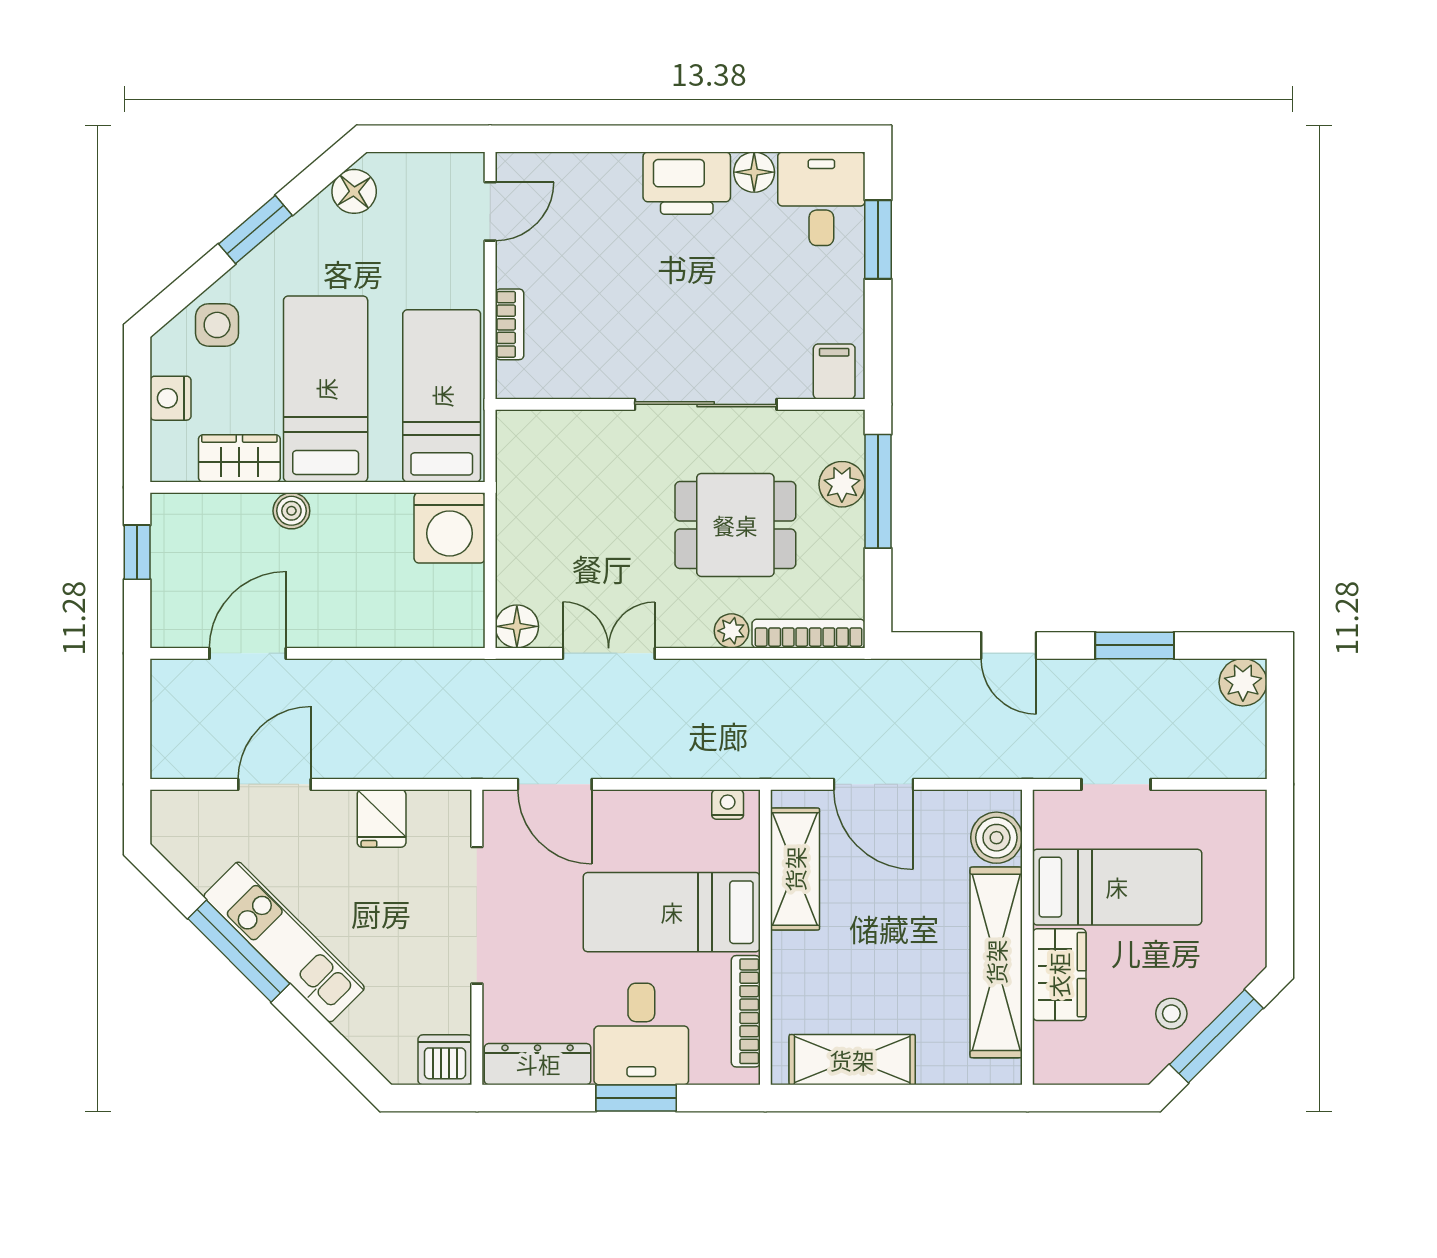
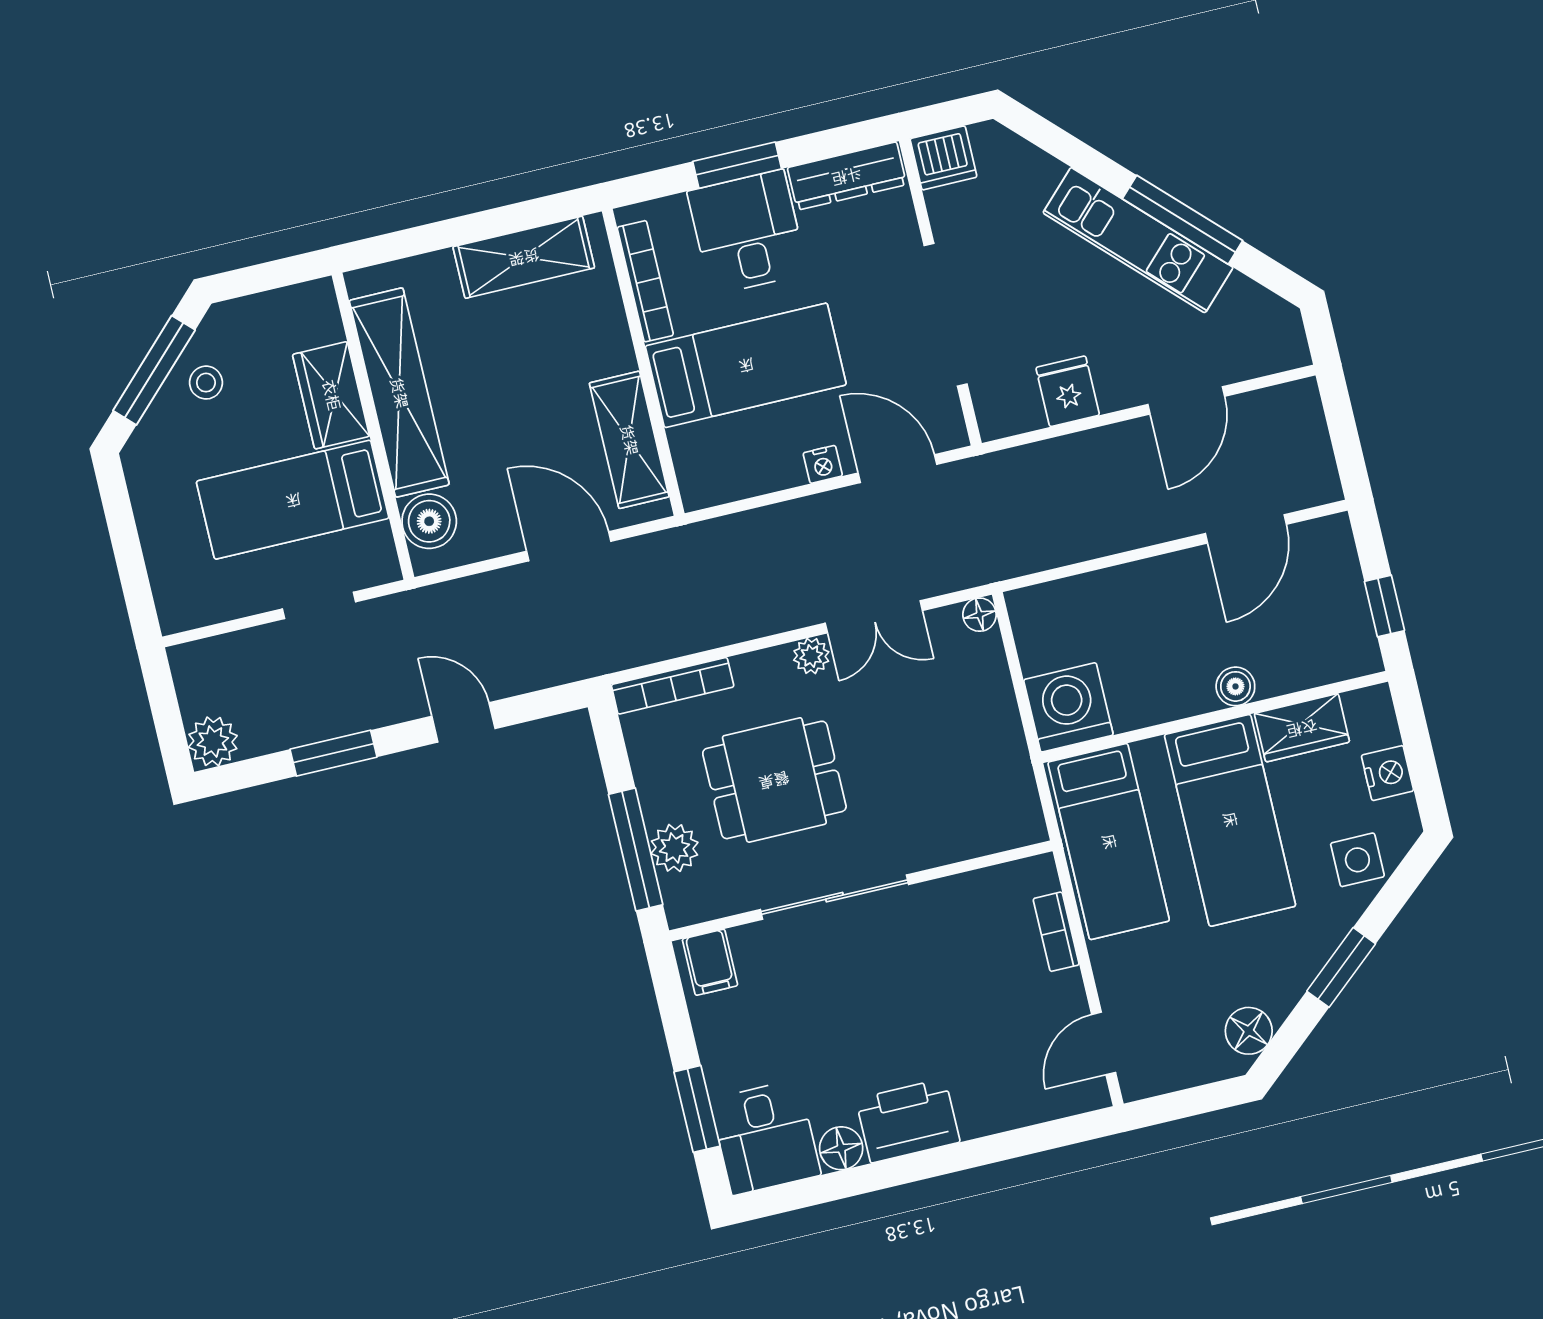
floor lamp: (517, 626) -> (980, 615), width x0.73, depth x0.73
plant: (731, 631) -> (811, 656), moved
nightstand: (728, 804) -> (823, 464), moved

